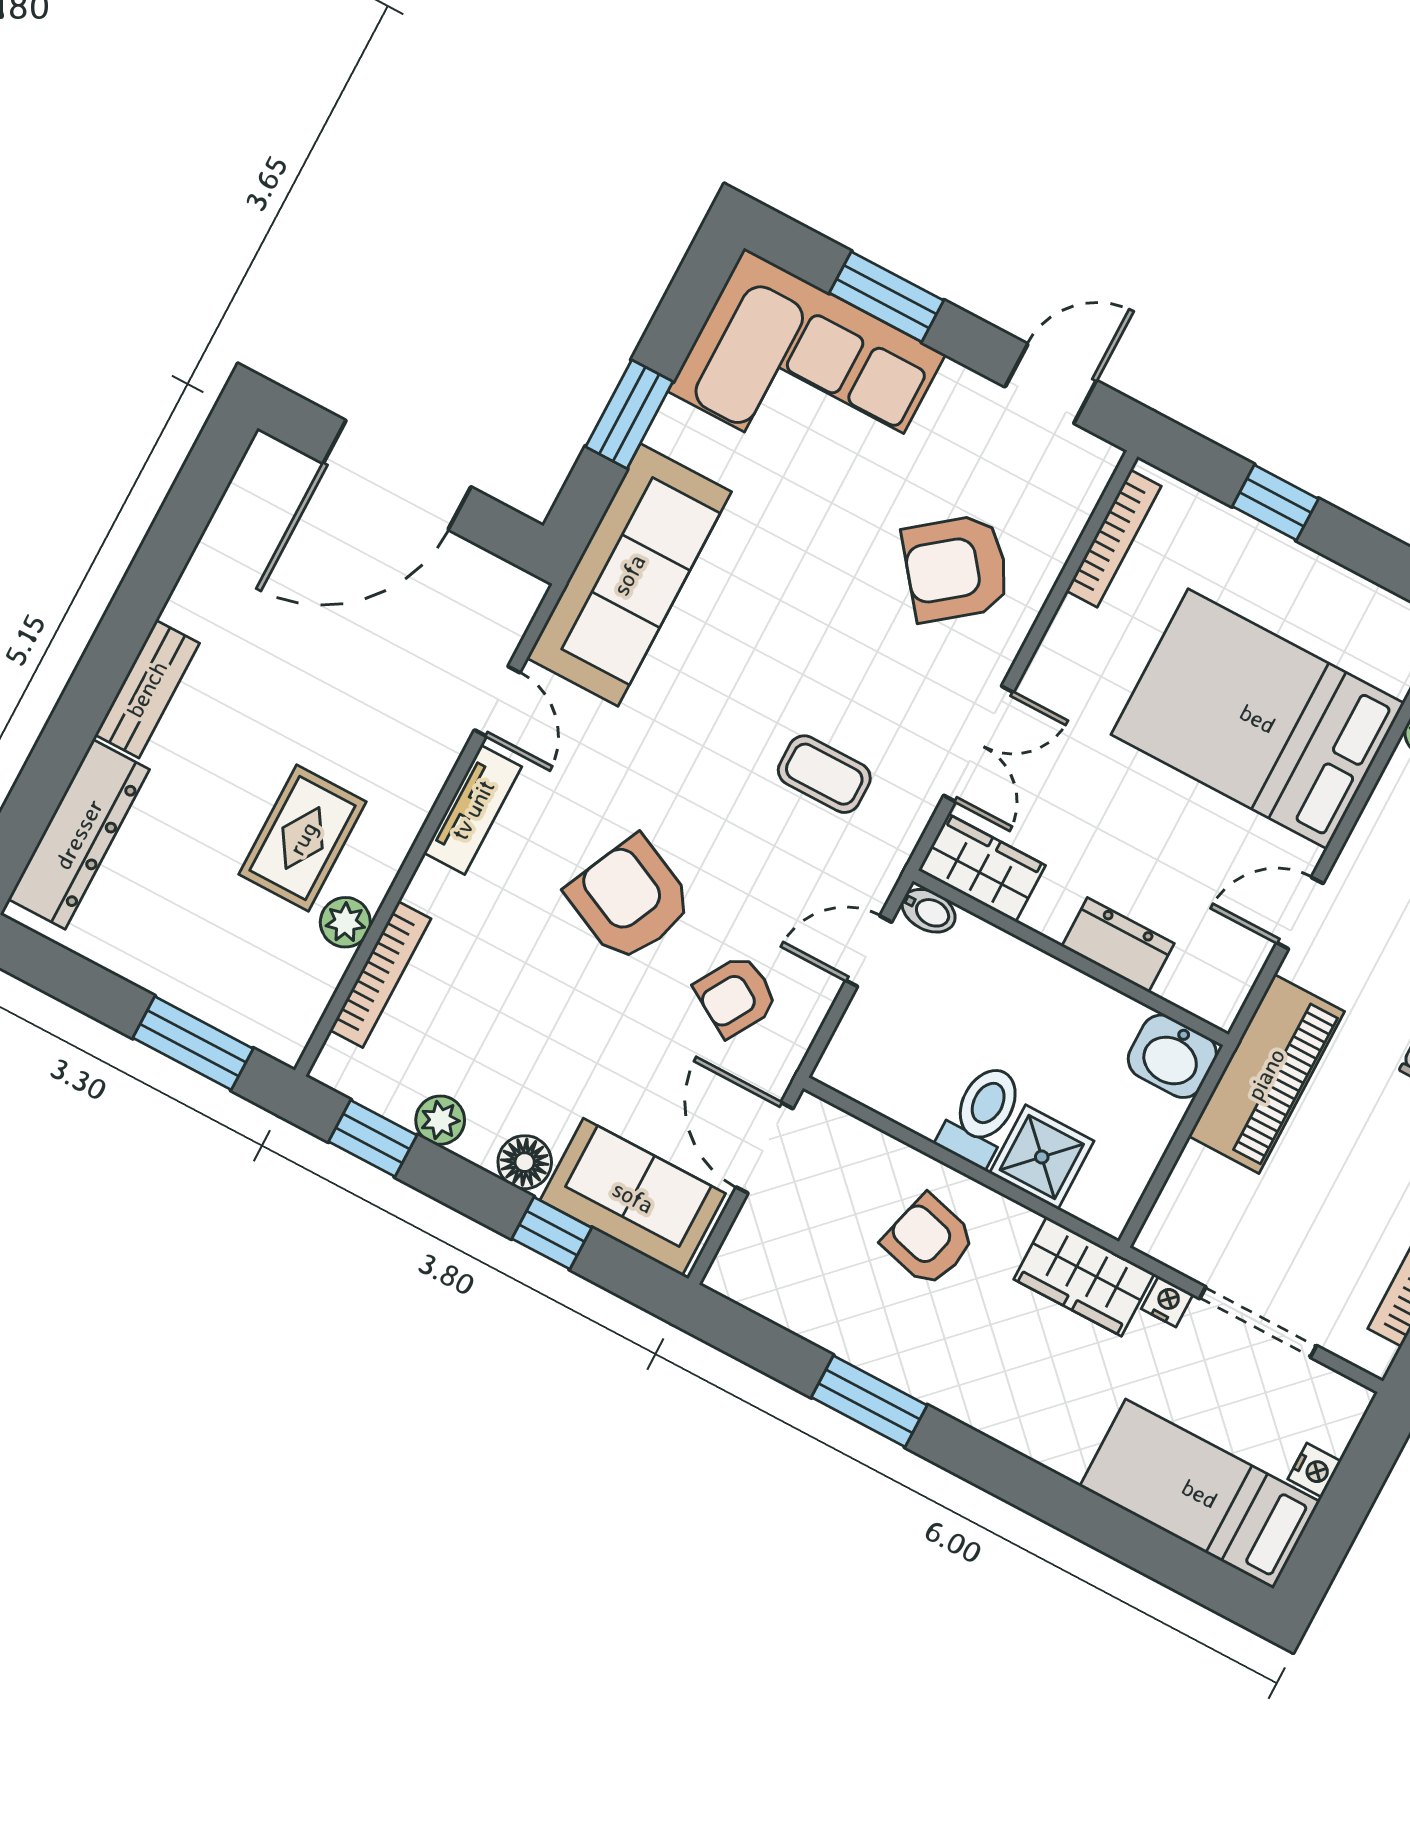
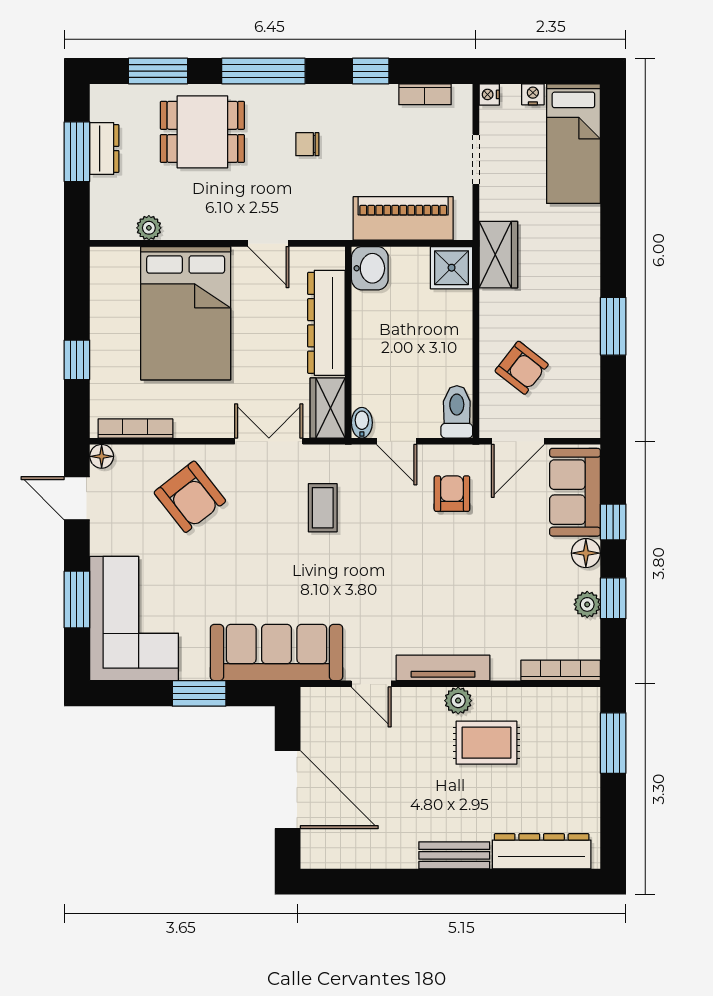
floor lamp: (1098, 460) -> (102, 456), added
door: (497, 701) -> (371, 684), swing flipped
tv unit: (473, 810) -> (443, 668), width x1.41
armchair: (630, 899) -> (432, 569), removed
plant: (345, 922) -> (458, 701), moved
dresser: (1118, 945) -> (326, 323), width x1.96, depth x1.24
bookcase: (380, 974) -> (561, 670), moved
armchair: (736, 996) -> (452, 494), turned -121
piano: (1266, 1074) -> (403, 218), moved
toilet: (982, 1115) -> (457, 412), moved, turned 90
window: (373, 1138) -> (613, 598), moved
shower: (1042, 1157) -> (452, 268), moved
armchair: (929, 1241) -> (522, 368), moved, turned -67
nightstand: (1167, 1302) -> (489, 94), moved
doorway: (1258, 1322) -> (476, 159), width x0.73

